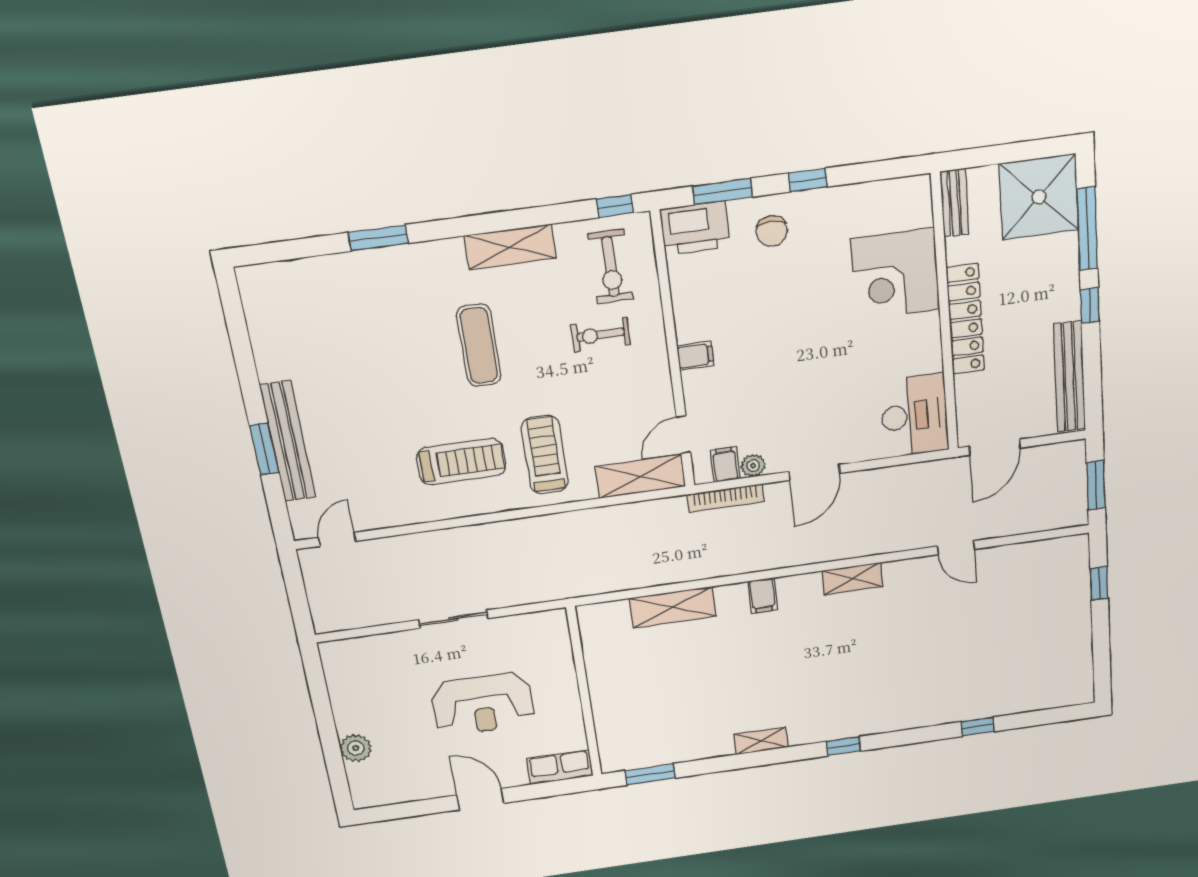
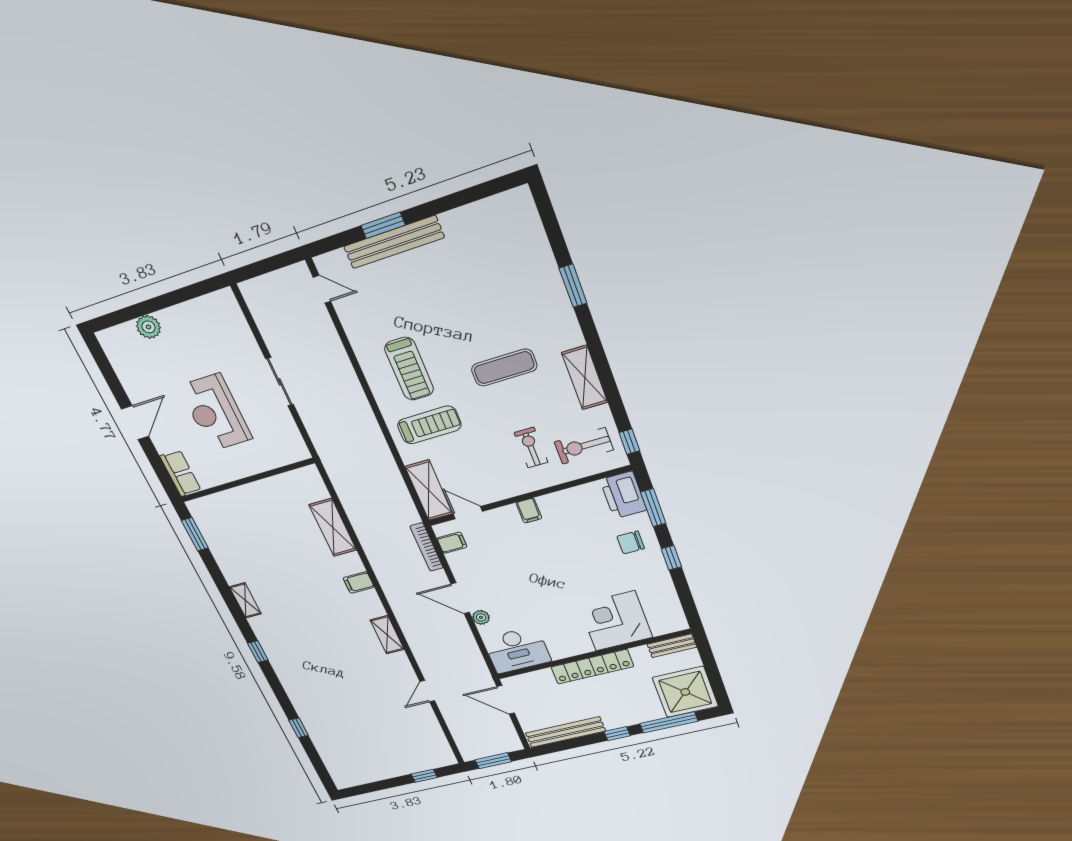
plant: (753, 466) -> (481, 617), moved

